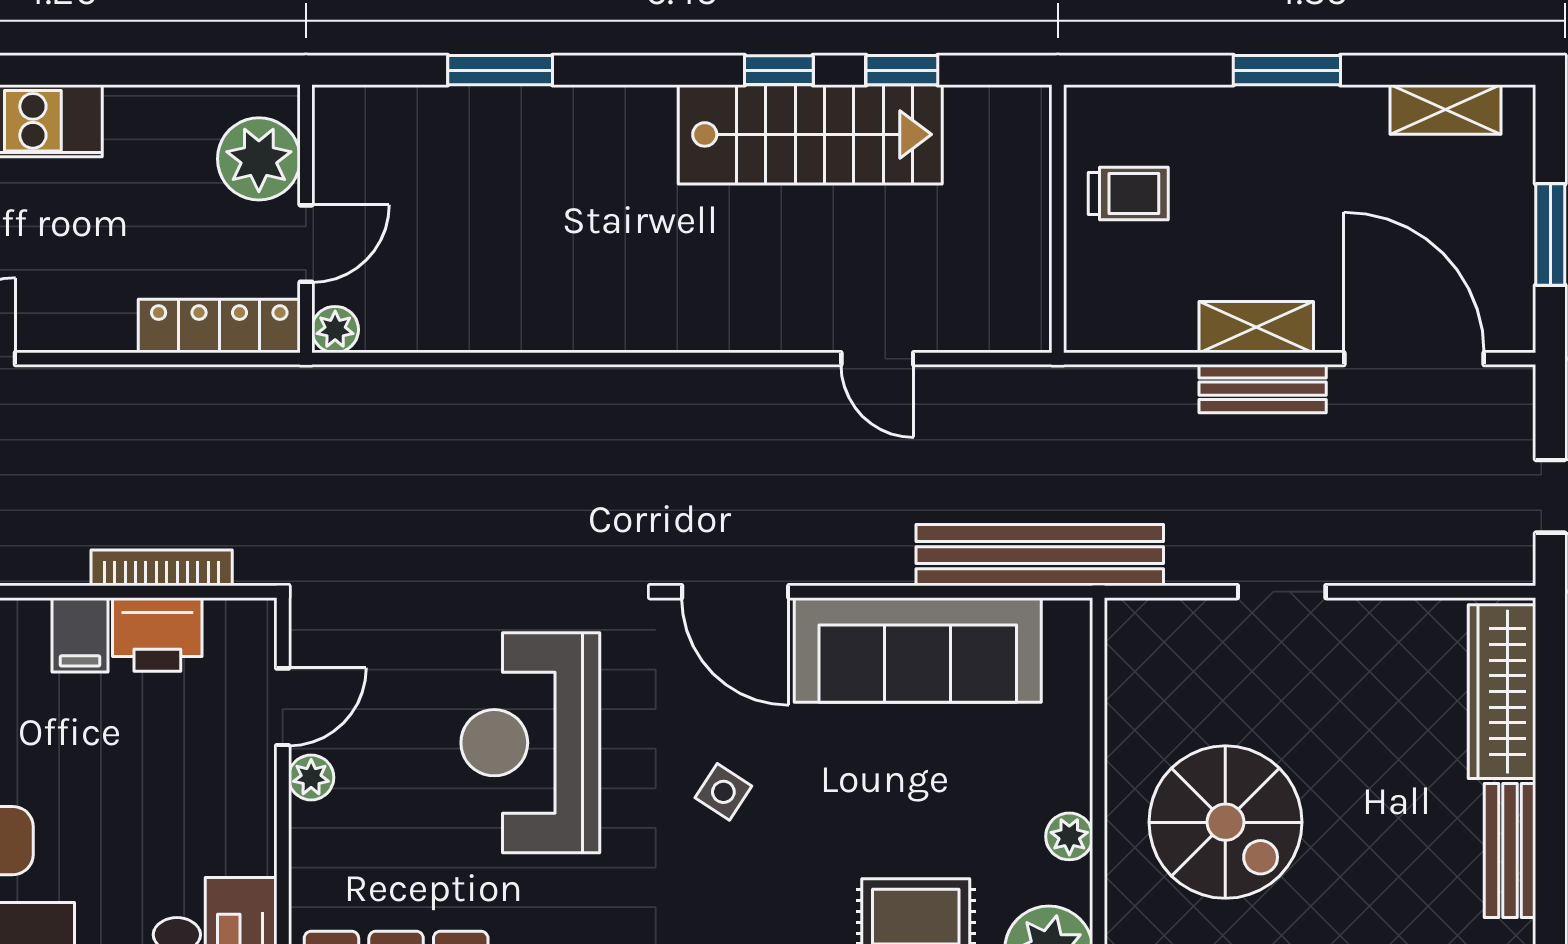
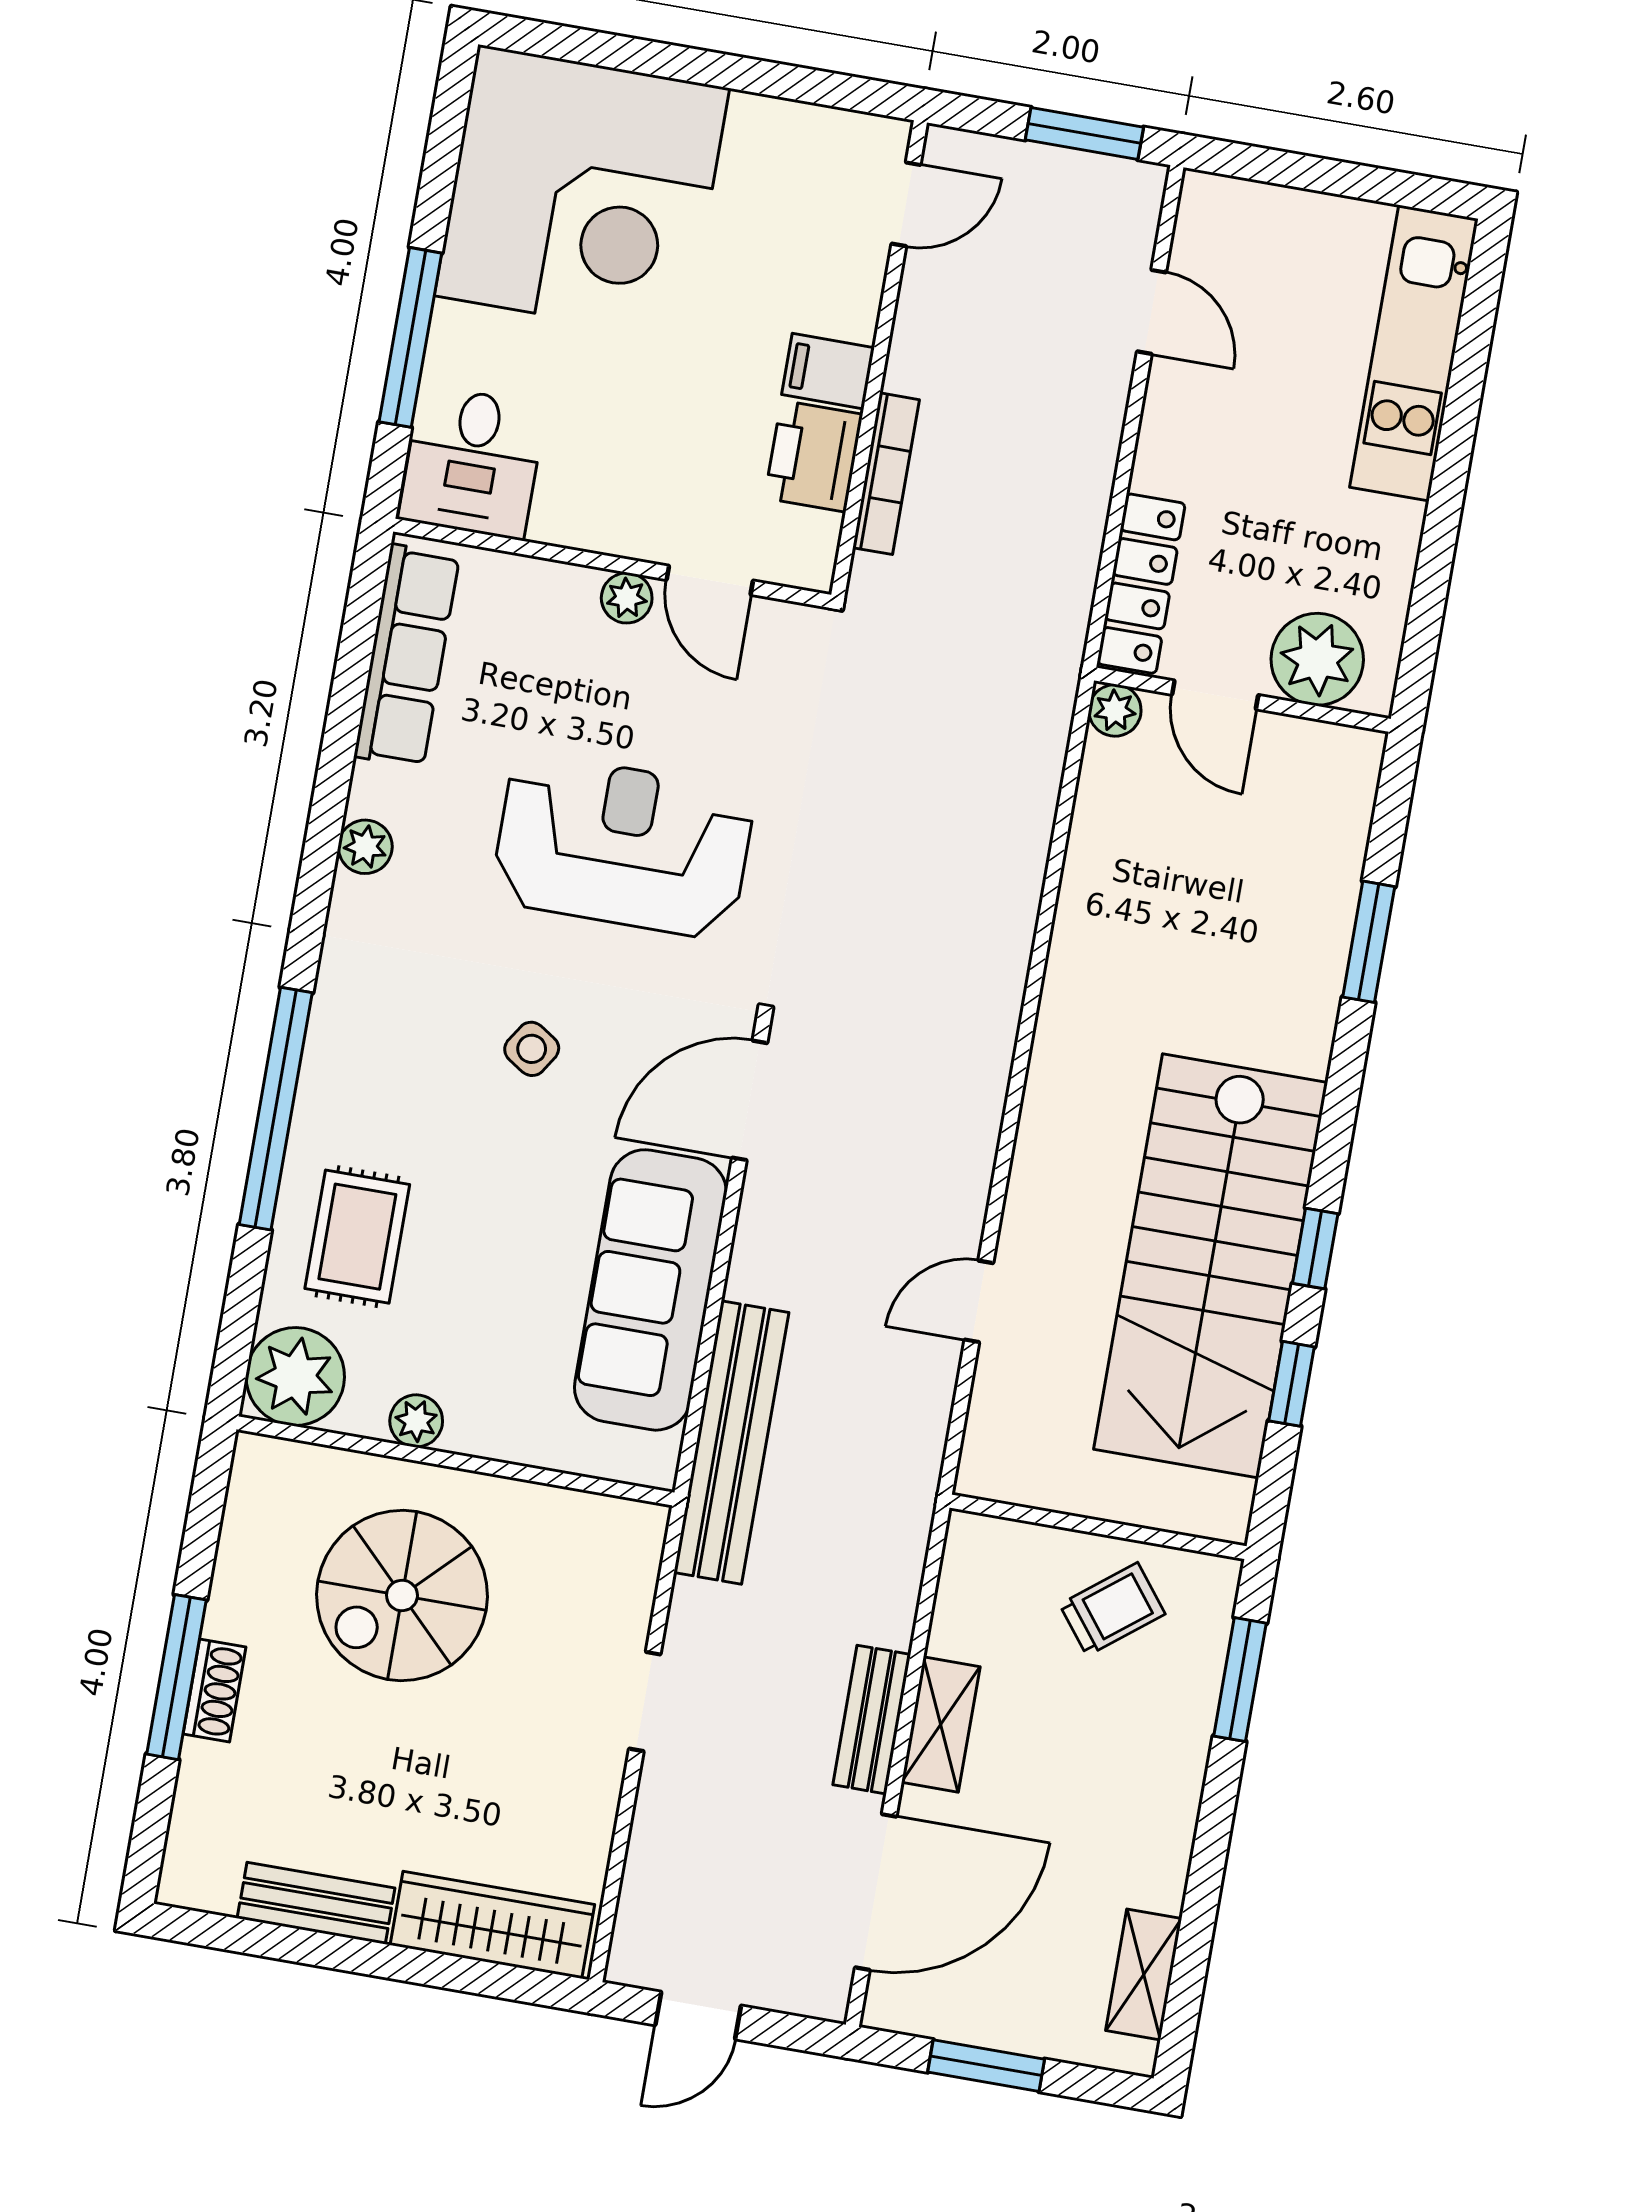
window: (1287, 70) -> (1240, 1680), moved
stairs: (810, 134) -> (1211, 1266), width x1.36, depth x1.51
trolley: (1128, 194) -> (1112, 1609), turned -128

